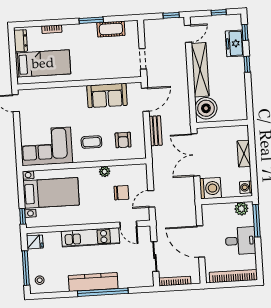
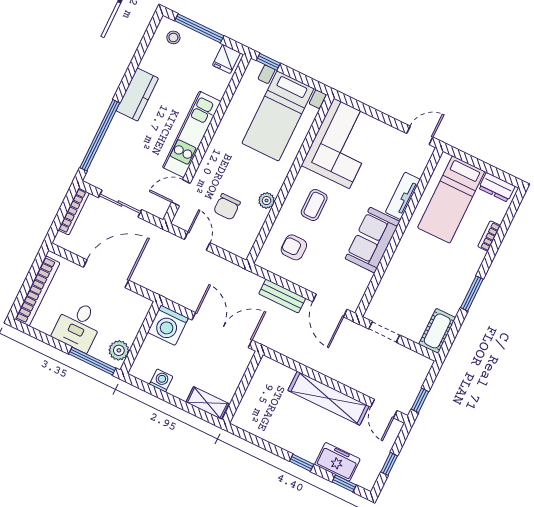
cot: (111, 29) -> (437, 331), moved
tv unit: (57, 93) -> (403, 196), added
sofa: (107, 95) -> (372, 240), moved
boiler: (206, 108) -> (274, 378), removed
shelving: (244, 154) -> (207, 403), moved
washing machine: (246, 187) -> (161, 380), moved
kitchen counter: (93, 282) -> (137, 95), width x0.67
window: (103, 292) -> (100, 135), moved

